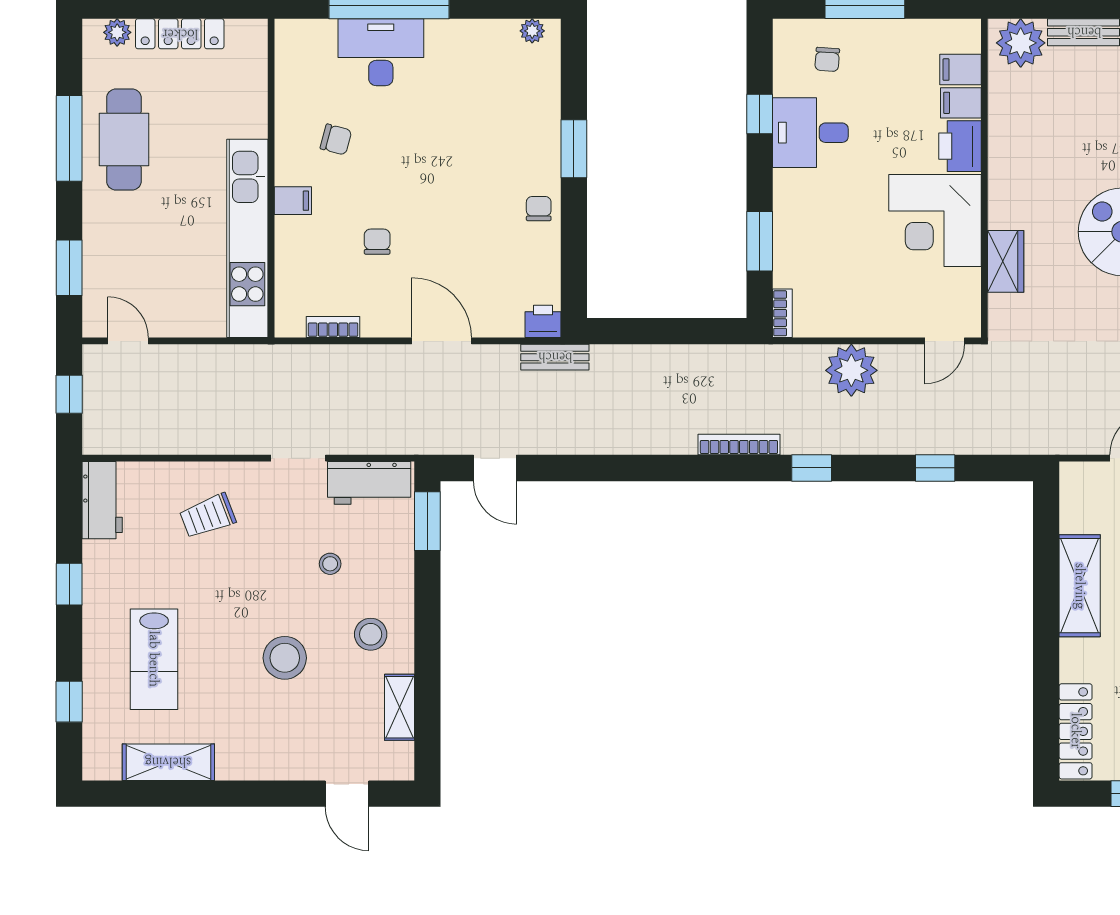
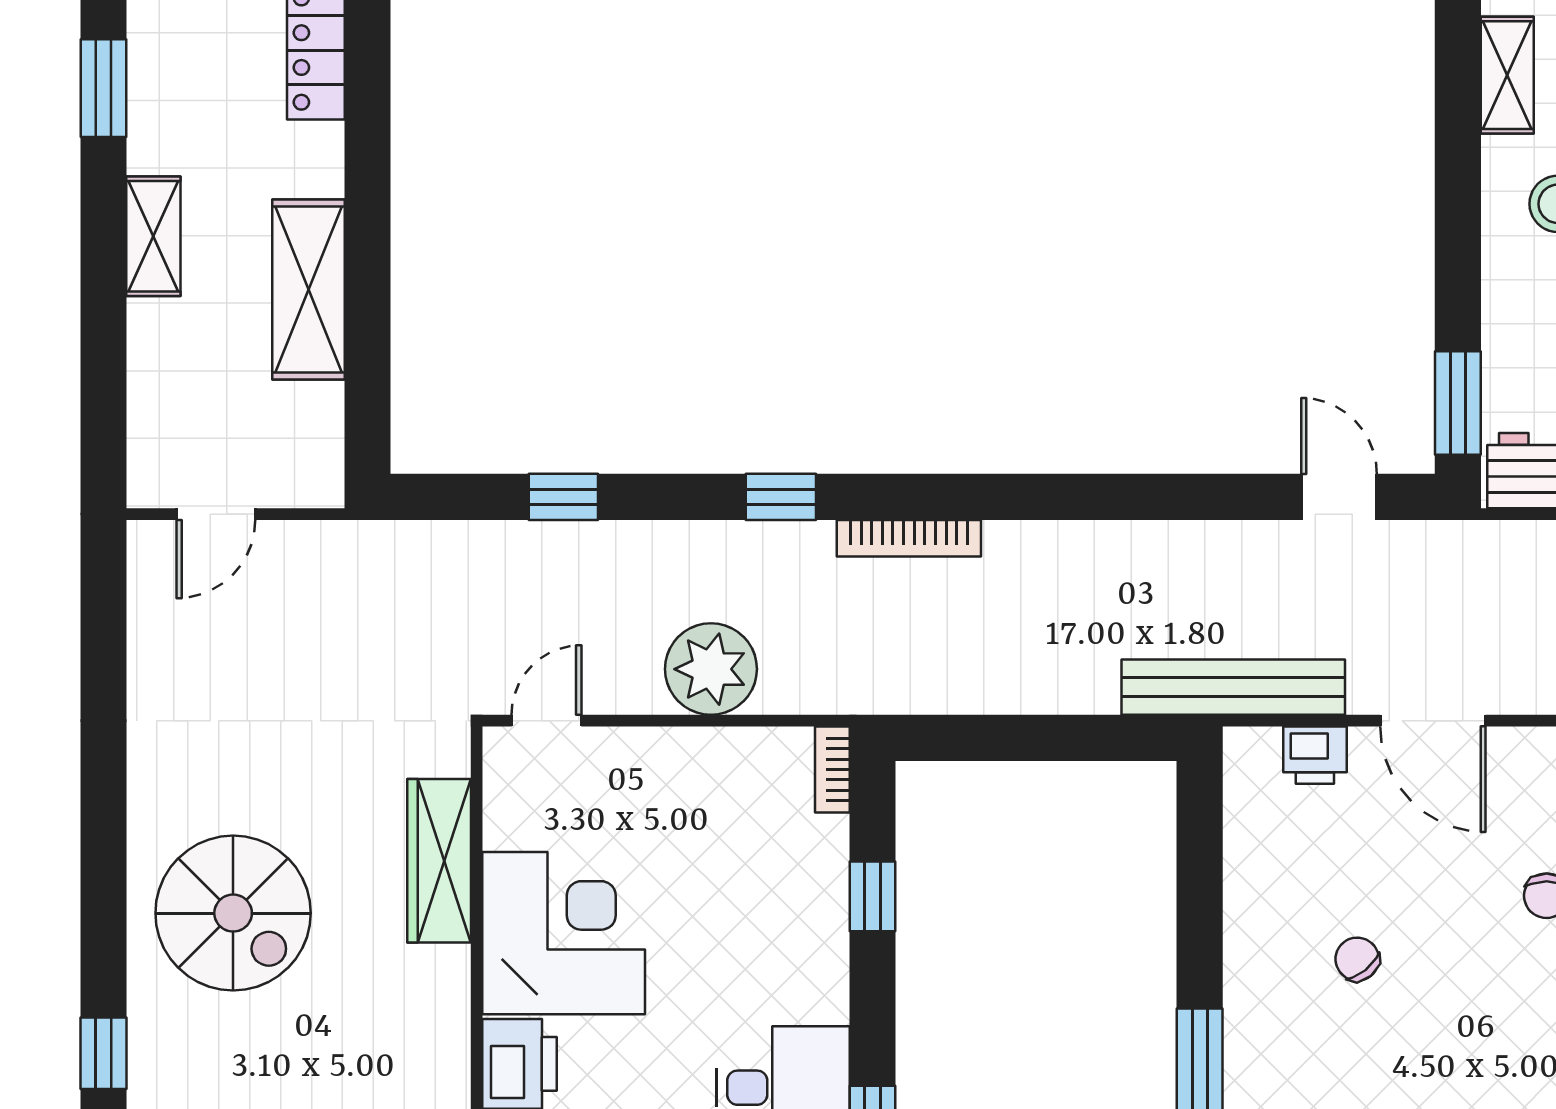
chair: (539, 209) -> (1357, 959), moved, turned 141
window: (760, 241) -> (873, 896), width x0.67
wardrobe: (1006, 261) -> (439, 861), width x1.50
printer: (543, 321) -> (1315, 755), moved
bench: (555, 357) -> (1233, 687), width x1.86, depth x1.21

